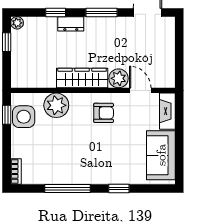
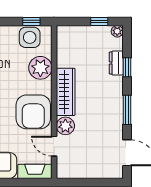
dresser: (71, 24) -> (116, 63), moved
door: (140, 90) -> (54, 146), swing flipped
armchair: (104, 113) -> (33, 112), width x1.88, depth x1.88

